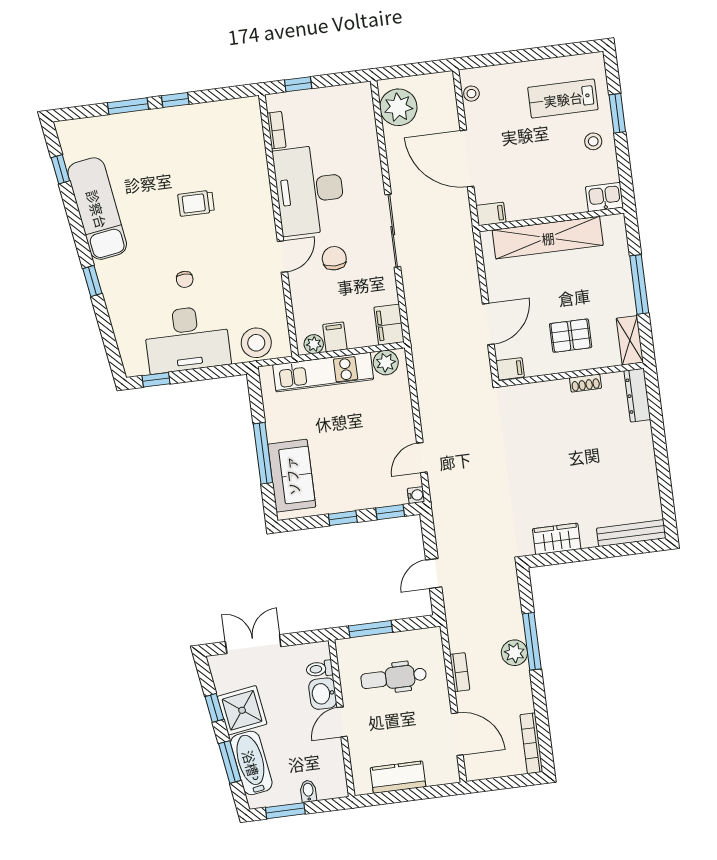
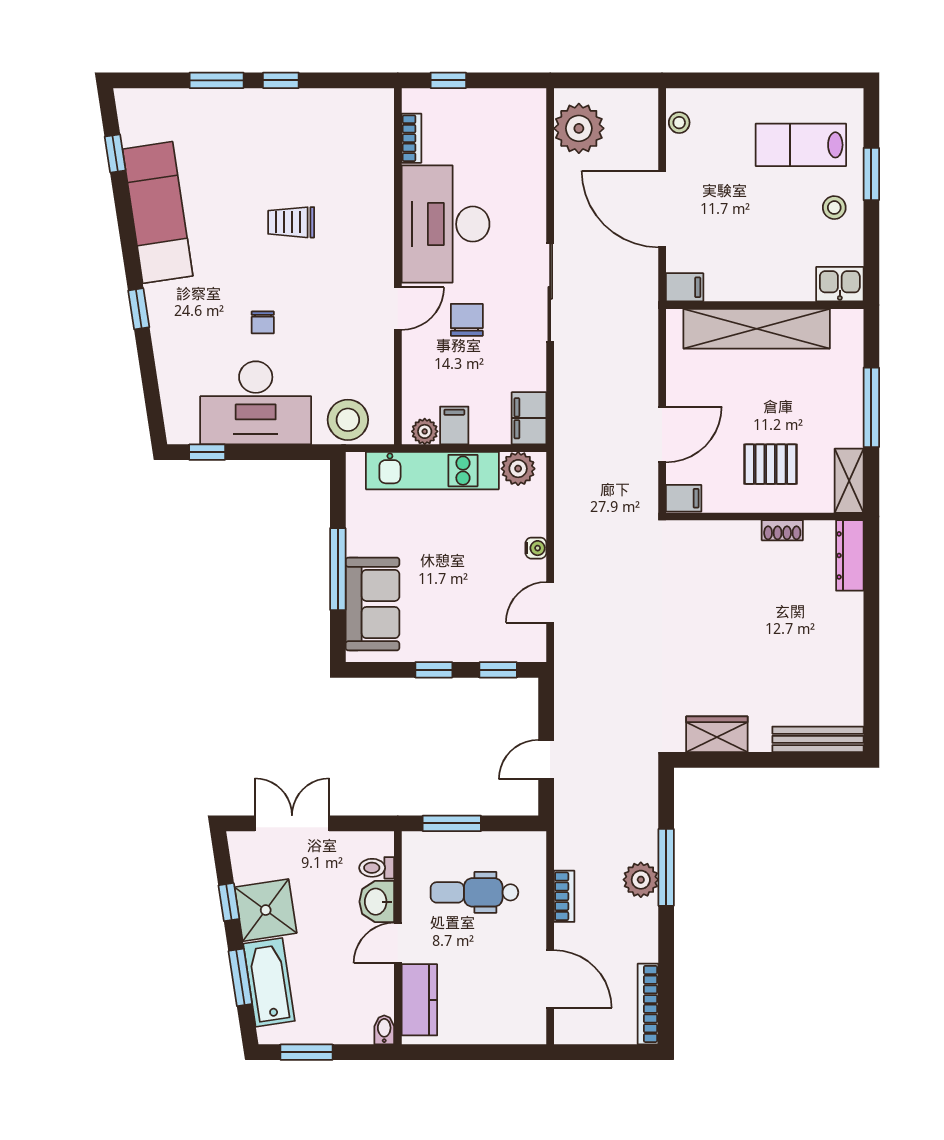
water cooler: (416, 495) -> (536, 548), moved
kitchen counter: (398, 777) -> (419, 1000), moved, turned 90
bidet: (308, 791) -> (384, 1030), moved

